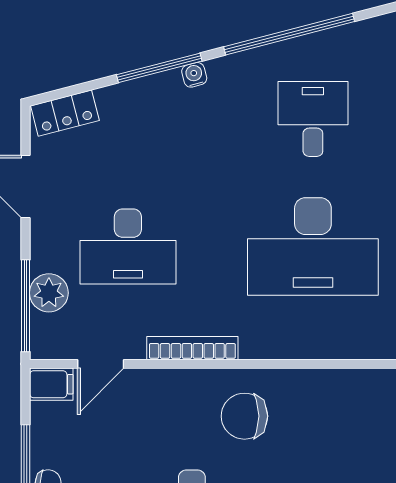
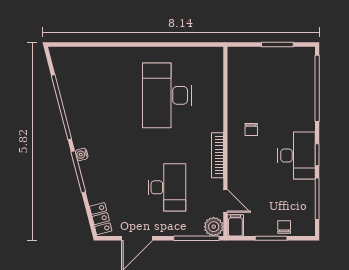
desk: (313, 119) -> (104, 95), removed
desk: (313, 246) -> (167, 95), turned 180
plant: (49, 293) -> (214, 227), moved
chair: (244, 416) -> (251, 129), width x0.54, depth x0.54

